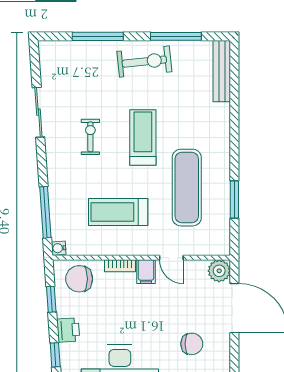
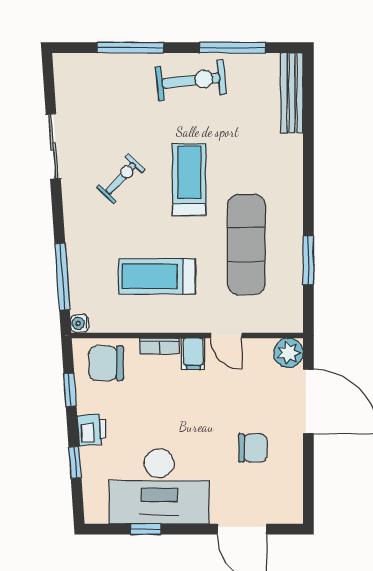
exercise bike: (90, 137) -> (121, 179), turned 43

